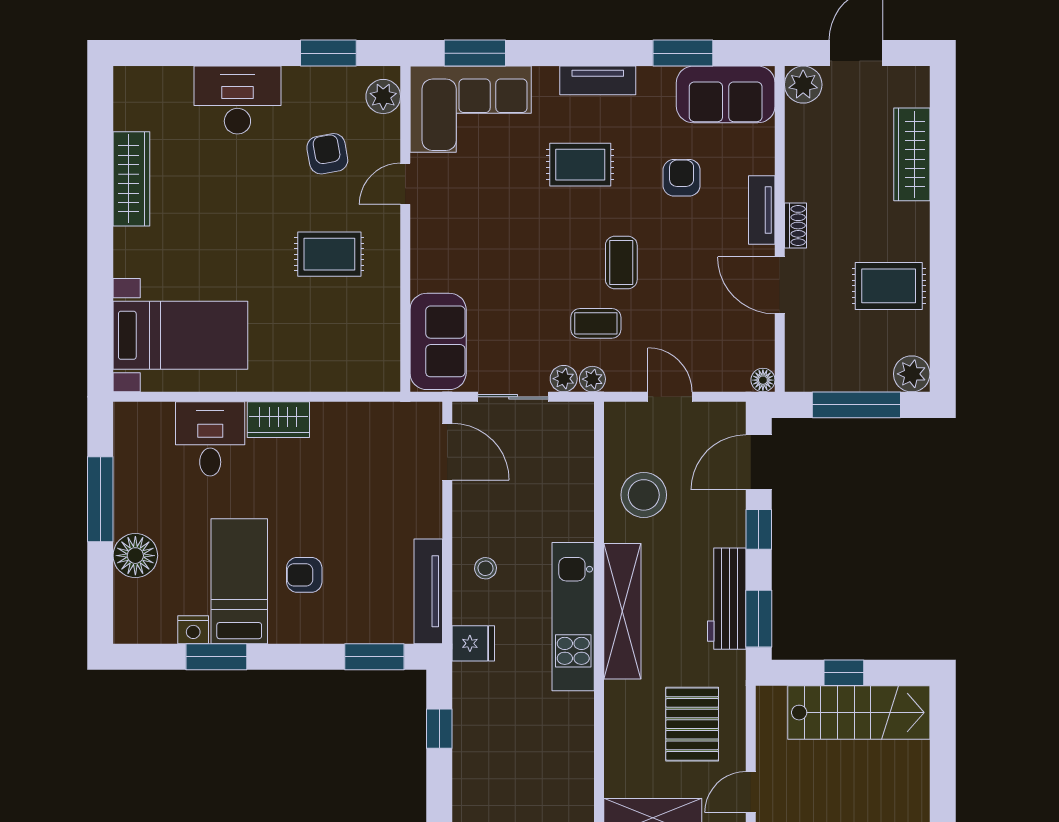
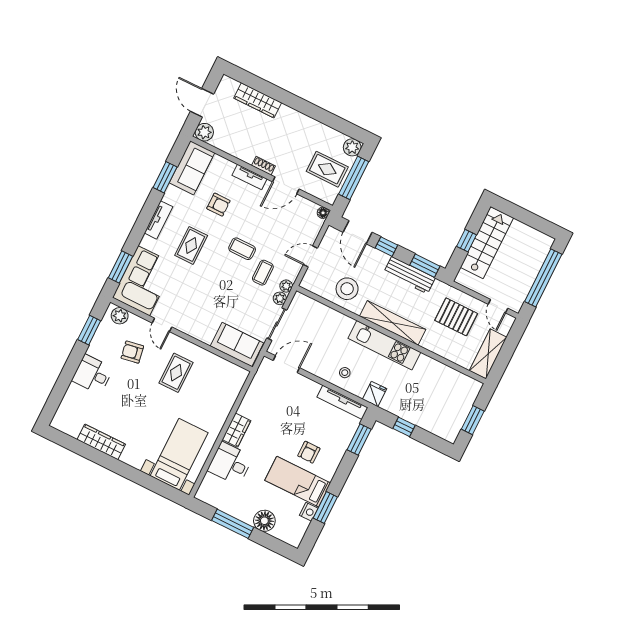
desk: (237, 100) -> (92, 374), width x0.73
armchair: (682, 178) -> (218, 205), turned 180
rug: (889, 286) -> (327, 169), moved, turned 90

